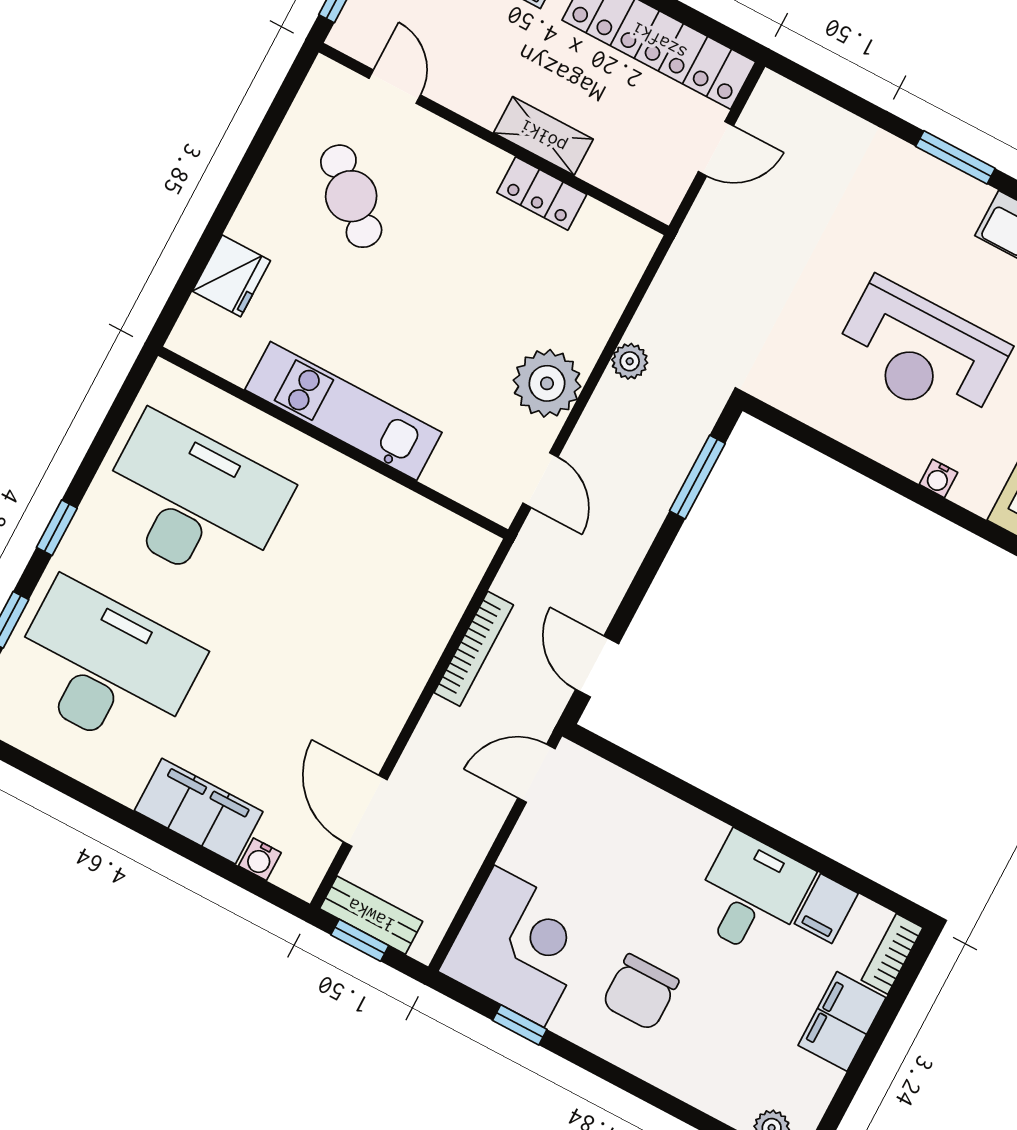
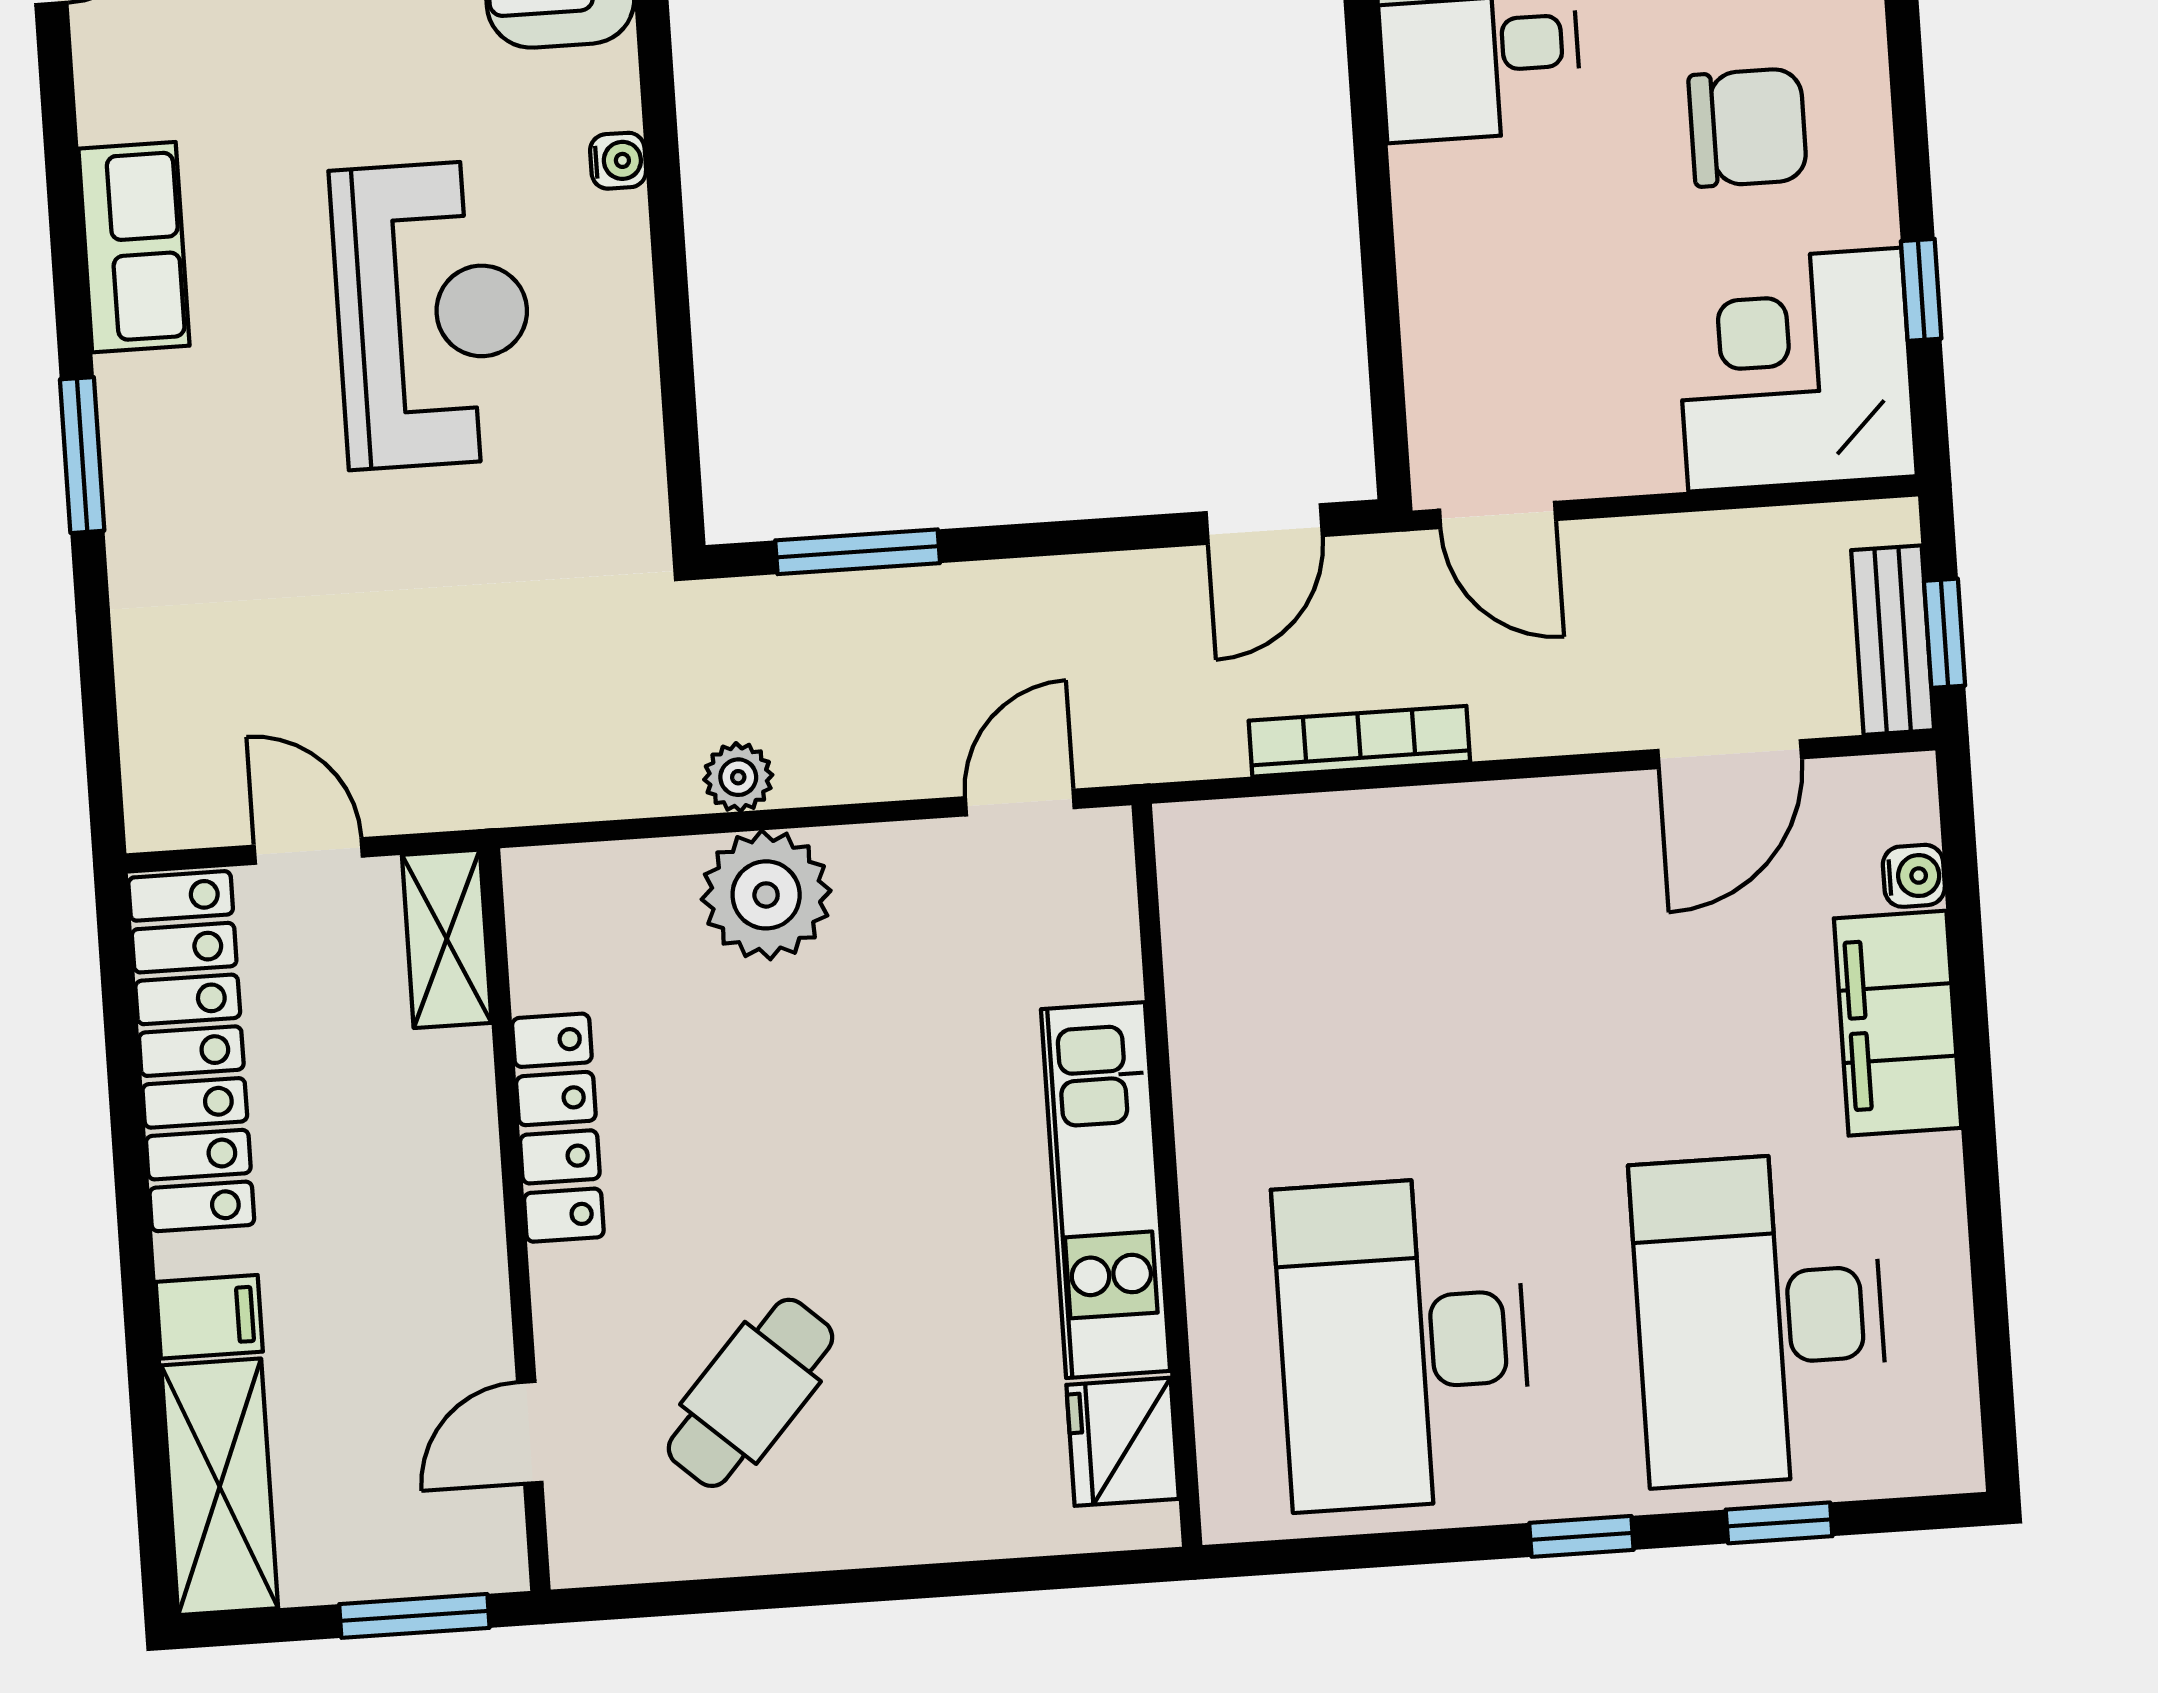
shelving: (543, 136) -> (447, 939), moved
locker: (542, 194) -> (558, 1128), width x1.53
fridge: (231, 276) -> (1123, 1442), moved, turned -90
plant: (547, 383) -> (766, 895), moved

